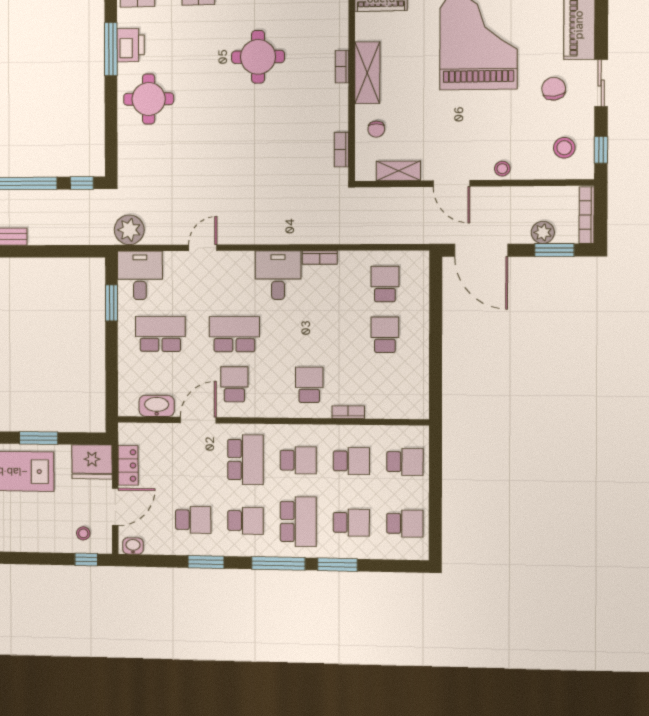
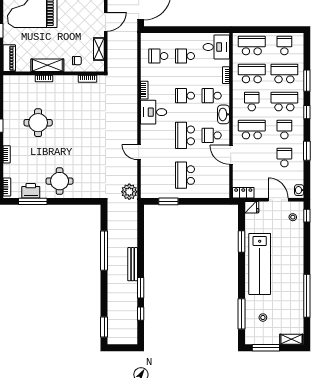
window: (82, 183) -> (104, 217), removed
desk: (140, 275) -> (216, 47), moved, turned 180
school desk: (309, 334) -> (185, 96), added
washbasin: (157, 406) -> (224, 114), moved
school desk: (351, 461) -> (252, 73), width x1.85
fridge: (92, 462) -> (252, 207), width x0.53, depth x0.75
school desk: (405, 462) -> (252, 45), width x1.85
locker: (128, 465) -> (243, 193), moved
school desk: (351, 523) -> (284, 73), width x1.85
window: (278, 563) -> (307, 112), width x0.46

